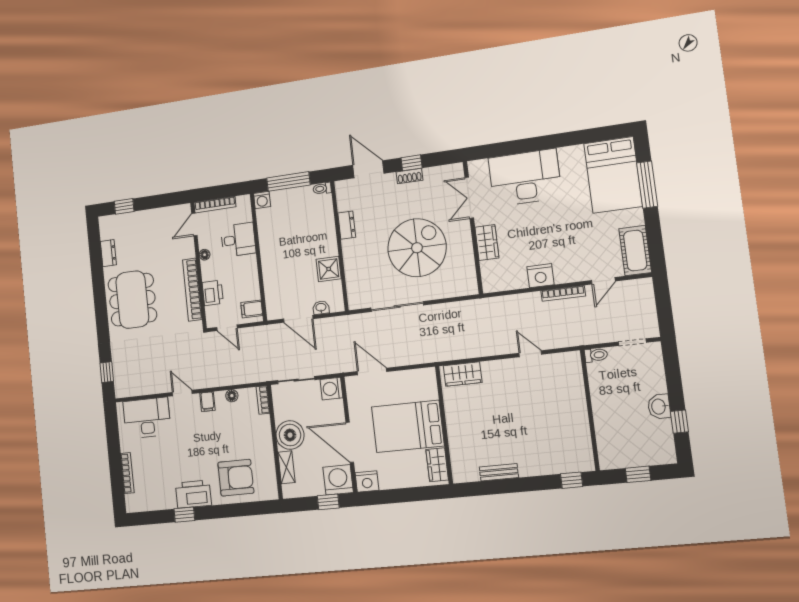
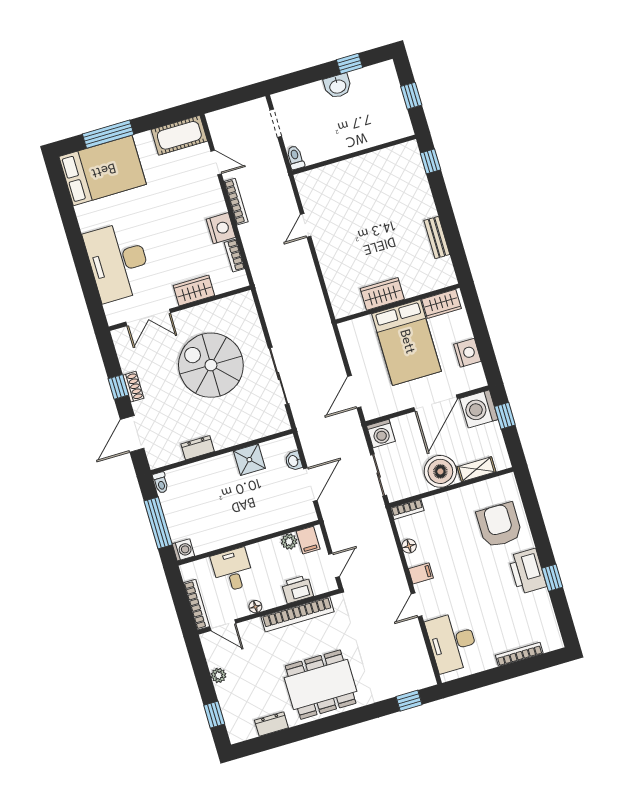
plant: (155, 215) -> (219, 675), added
bookcase: (513, 284) -> (234, 255), added
plant: (253, 292) -> (289, 542), added
wardrobe: (463, 374) -> (382, 294), moved, turned -90
nightstand: (367, 481) -> (467, 353), moved

